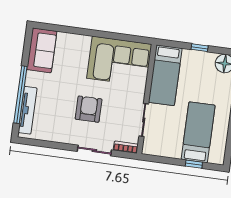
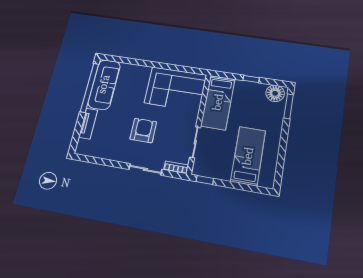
sofa: (42, 50) -> (104, 84), width x1.36
window: (20, 95) -> (90, 88), moved
tv unit: (28, 110) -> (88, 124), width x0.71
window: (194, 164) -> (205, 180), moved

